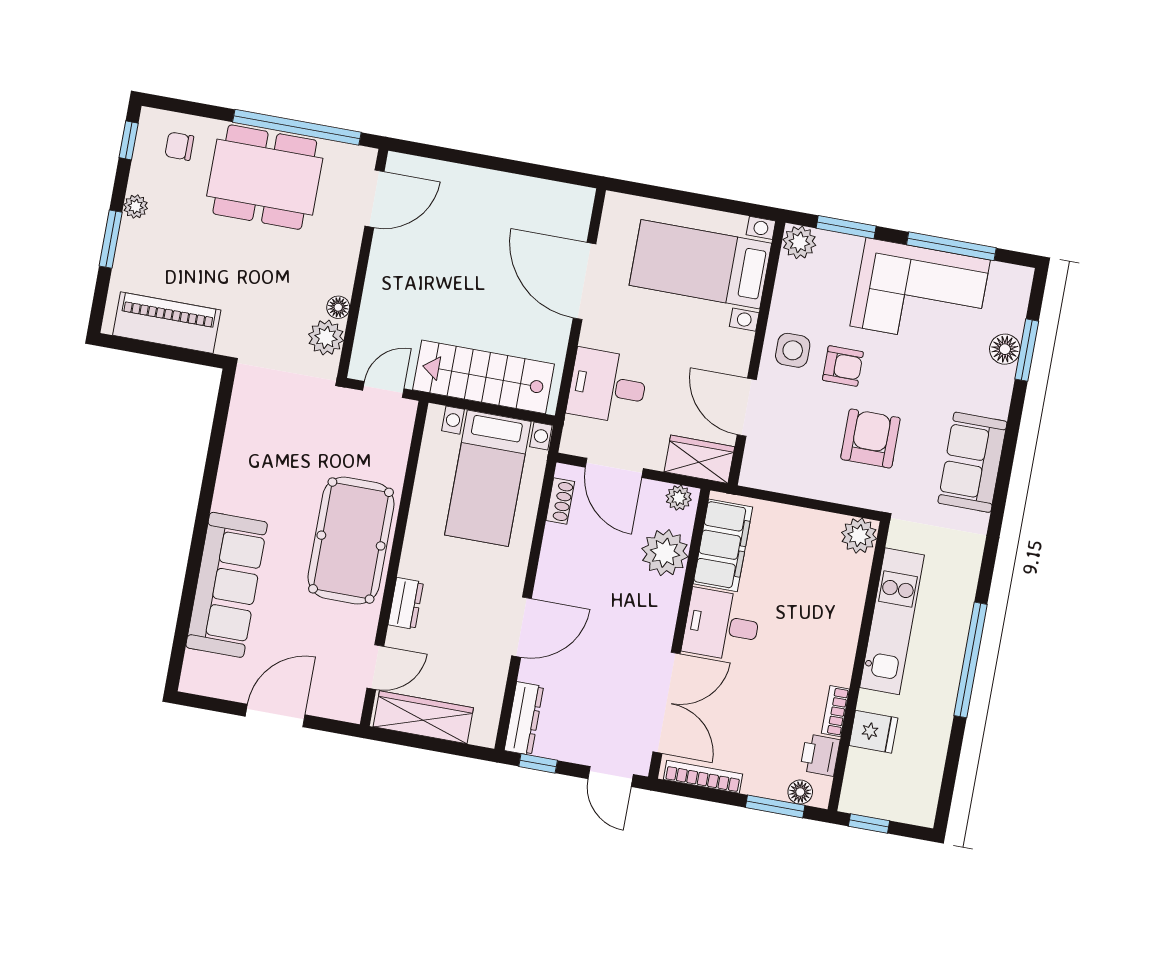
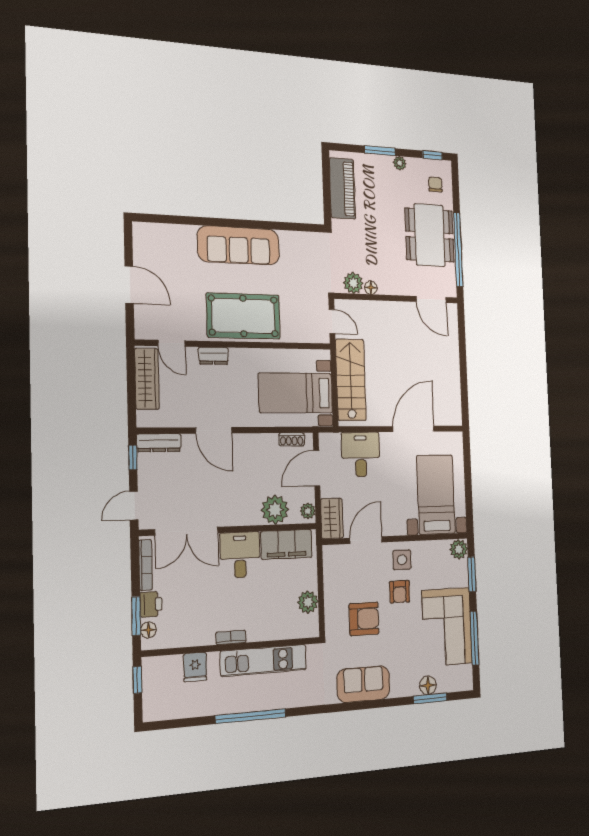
plant: (859, 536) -> (308, 602), moved
sofa: (227, 585) -> (239, 245), moved
bookcase: (835, 711) -> (231, 637), moved
printer: (820, 755) -> (151, 604), moved, turned 90

